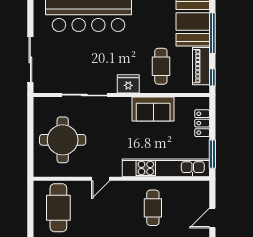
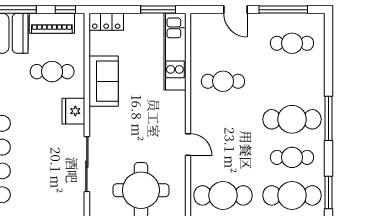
locker: (202, 123) -> (106, 22), moved
kitchen unit: (166, 168) -> (175, 52), width x0.73

